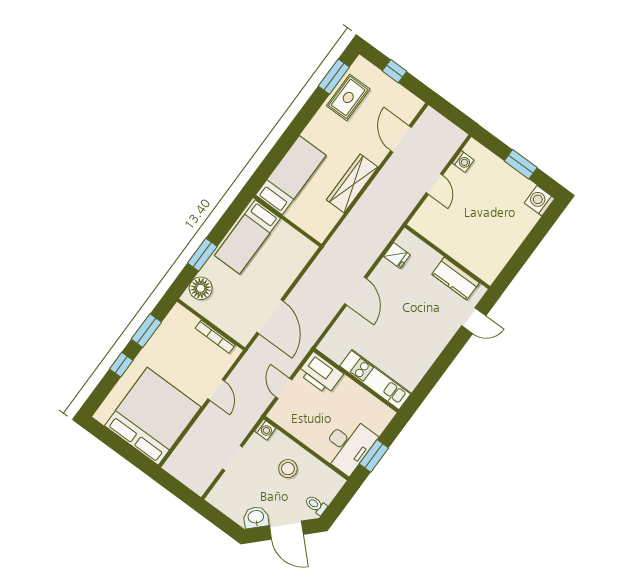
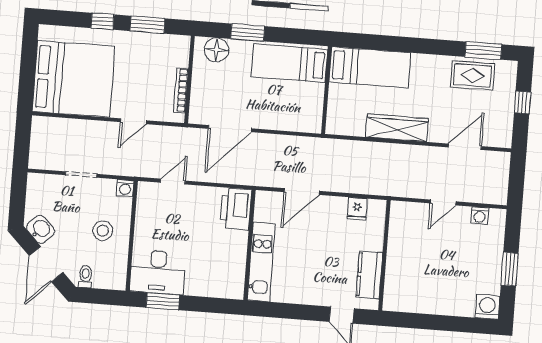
printer: (321, 373) -> (236, 209), moved
kitchen unit: (375, 380) -> (261, 262), moved
wall: (356, 381) -> (249, 245), moved

